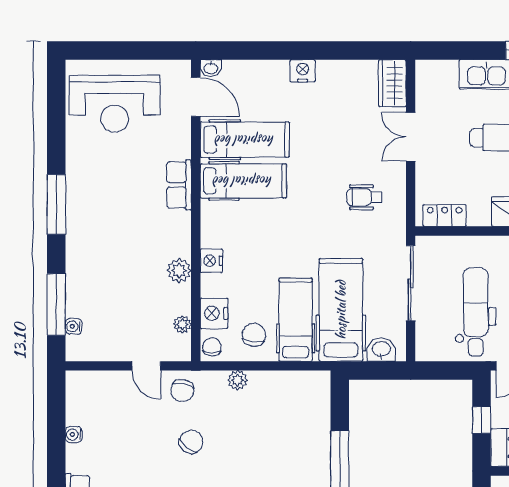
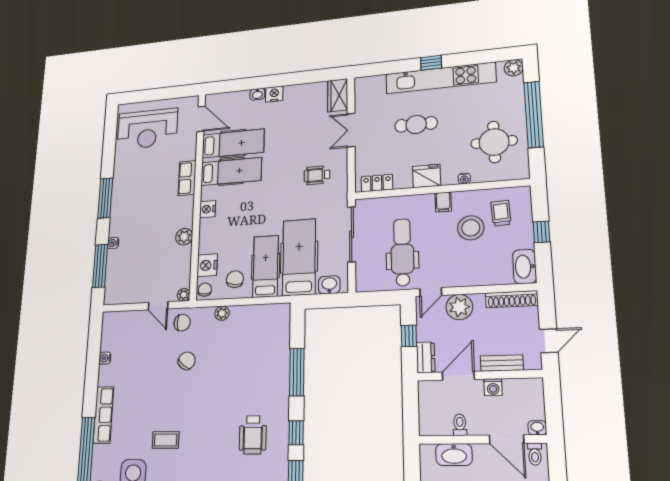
washbasin: (211, 68) -> (257, 94), moved
nightstand: (211, 261) -> (208, 209), moved
plant: (182, 324) -> (184, 295), moved
water cooler: (74, 326) -> (113, 243), moved
chair: (182, 391) -> (182, 323), turned -103

